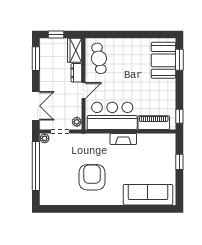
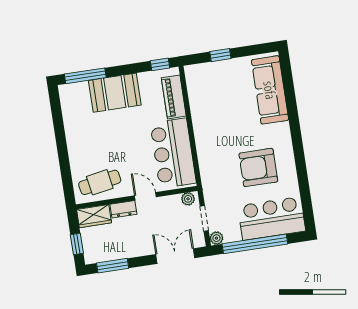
booth: (163, 60) -> (115, 93), moved
window: (179, 60) -> (85, 76), width x1.44
fireplace: (123, 139) -> (201, 134), removed
bar counter: (53, 181) -> (272, 218), added

